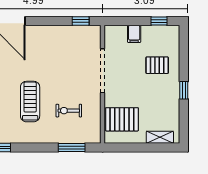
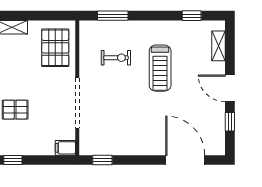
filing cabinet: (134, 34) -> (65, 148), moved, turned -90
pallet: (122, 119) -> (55, 48), turned 90

